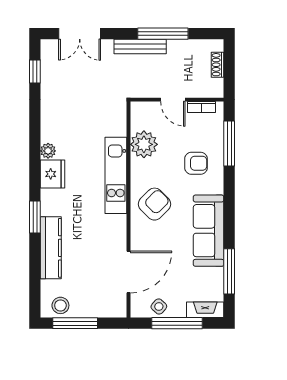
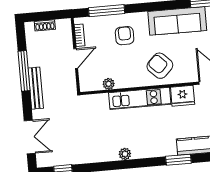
plant: (144, 144) -> (109, 84), width x0.53, depth x0.53
fridge: (53, 174) -> (183, 96), moved, turned 180

